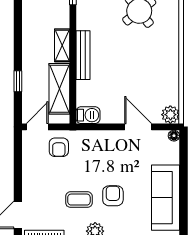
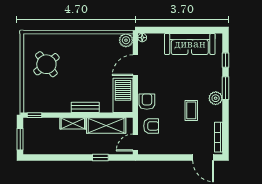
bench: (83, 55) -> (85, 107), width x0.73
barbecue: (88, 115) -> (123, 95), width x1.88, depth x1.53
door: (37, 127) -> (135, 143), hinge flipped
armchair: (113, 196) -> (147, 102), moved, turned 90

